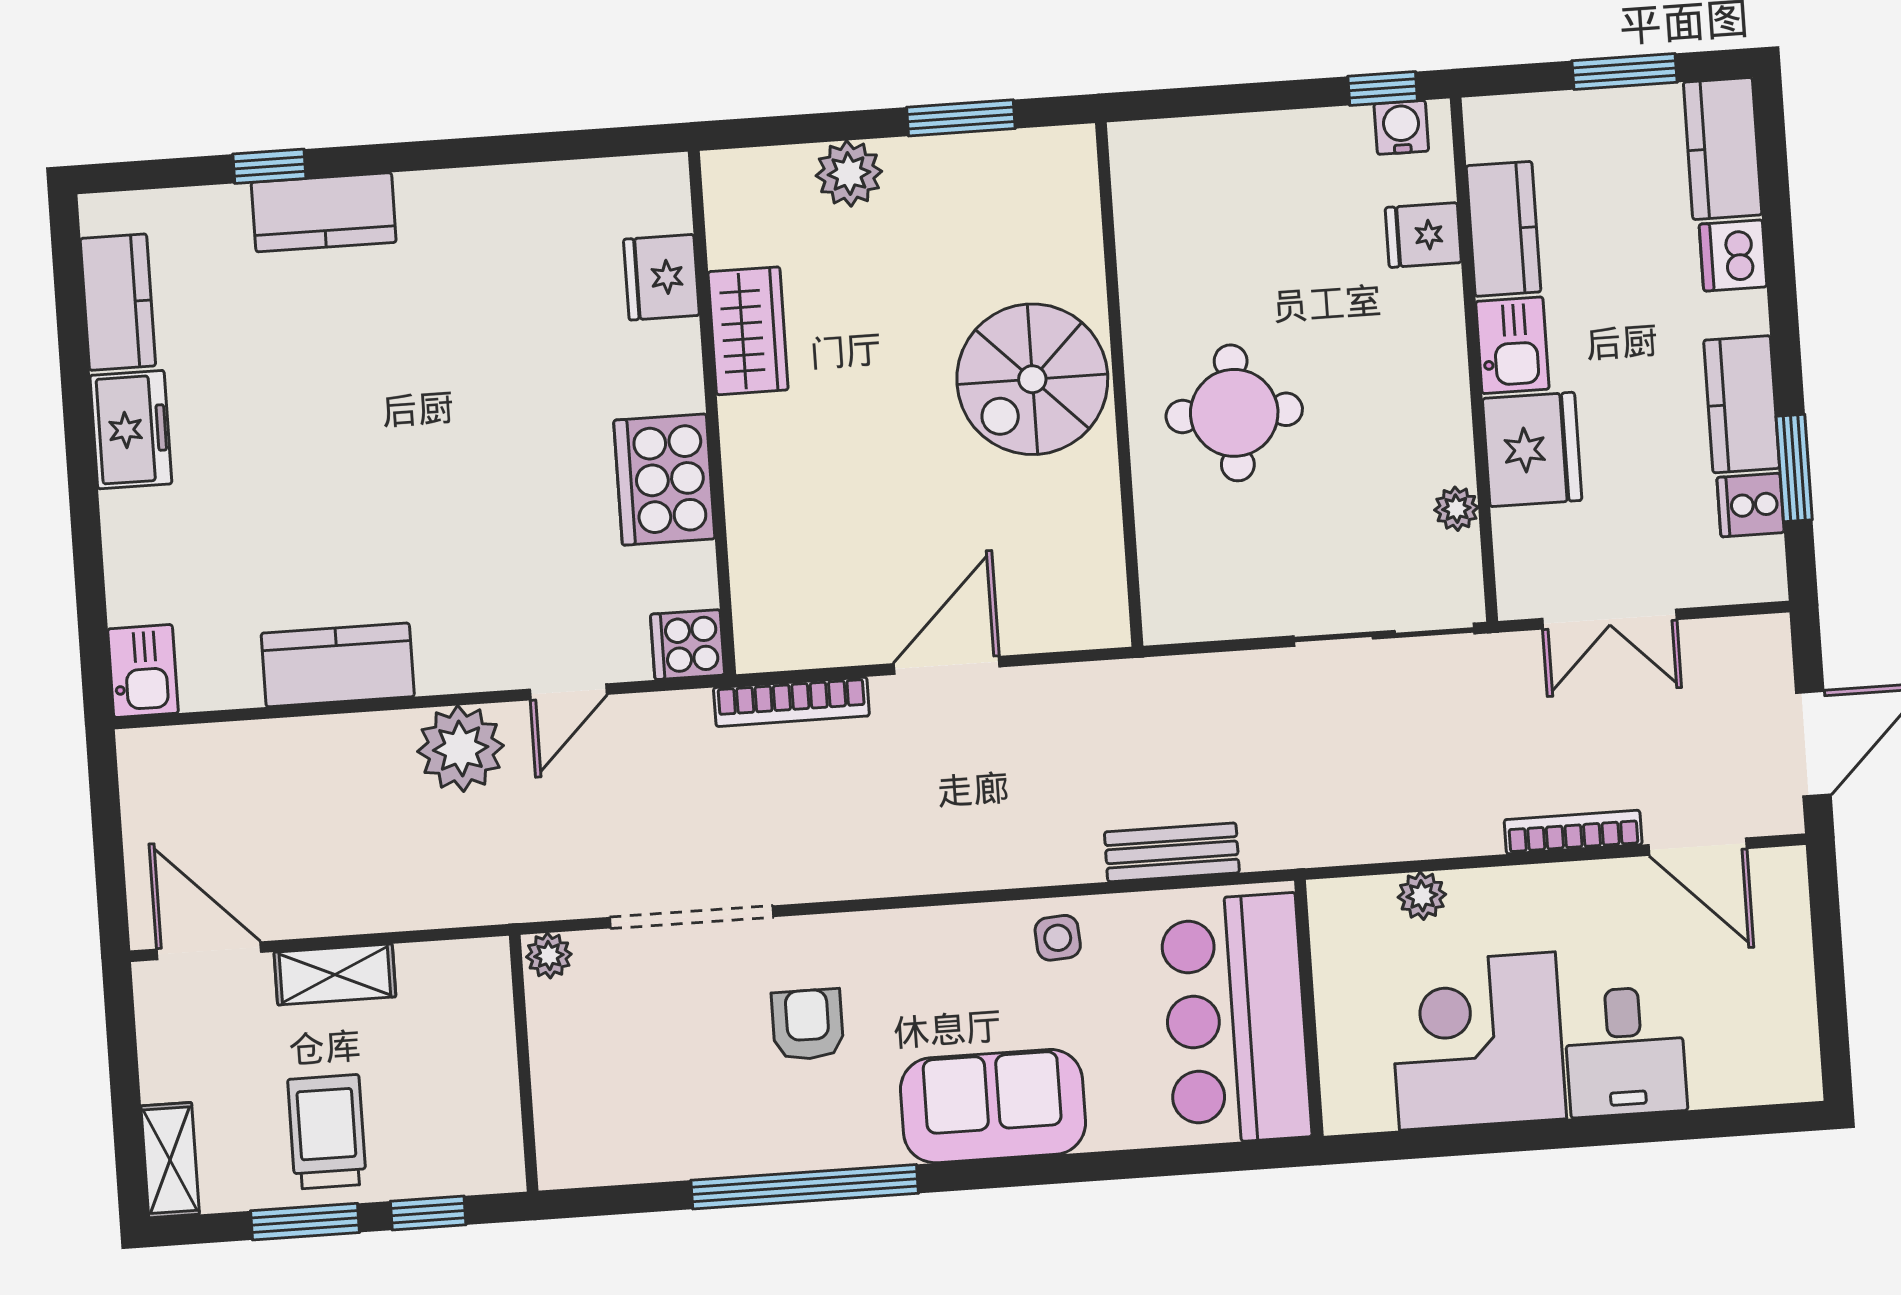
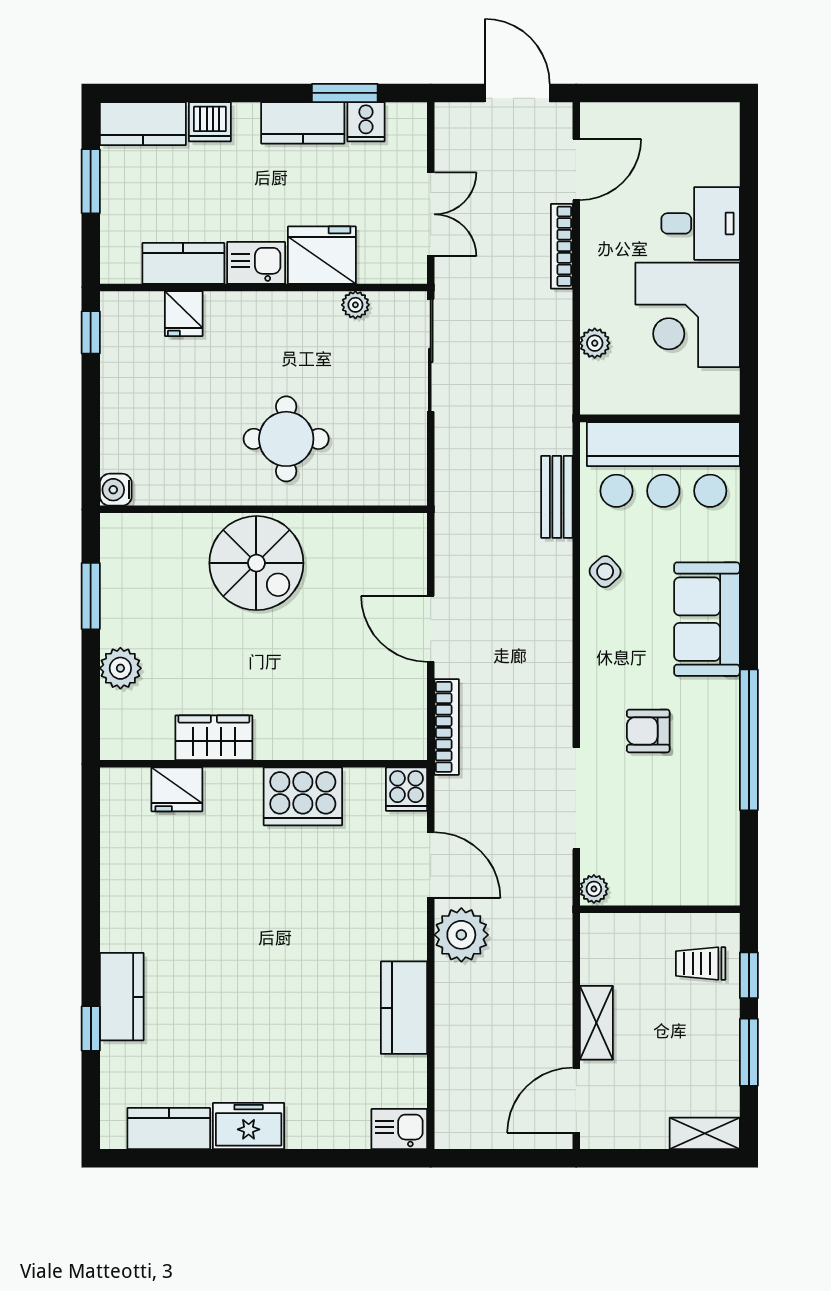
water cooler: (1401, 127) -> (116, 490), moved
door: (568, 692) -> (431, 865), width x1.38
side table: (1058, 938) -> (605, 572), turned -38
trolley: (327, 1132) -> (701, 964), moved, width x0.73, depth x0.72

